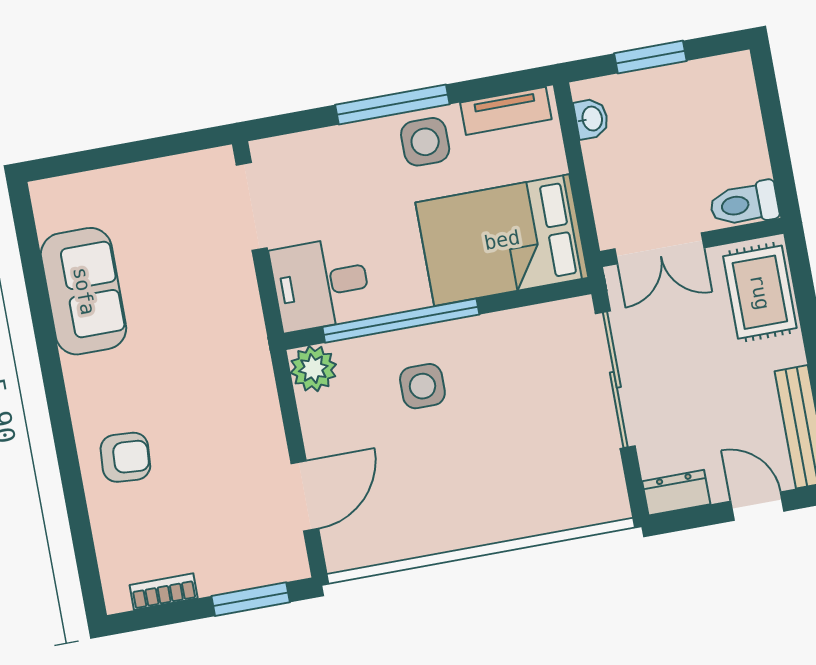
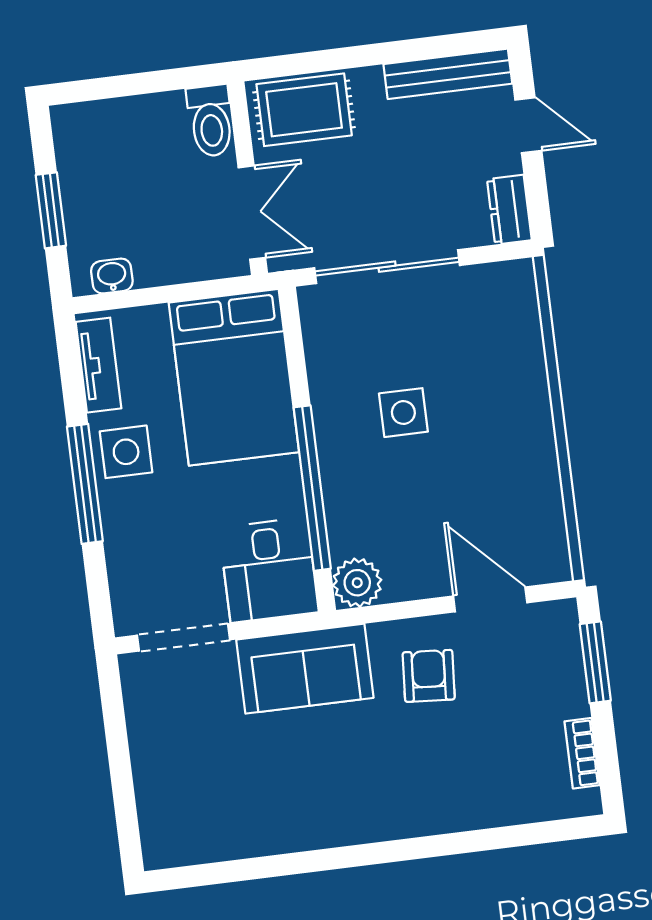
sofa: (84, 291) -> (305, 669), moved, turned 180
side table: (422, 386) -> (403, 413), moved
armchair: (125, 457) -> (429, 676), moved
door: (757, 506) -> (528, 125), swing flipped

